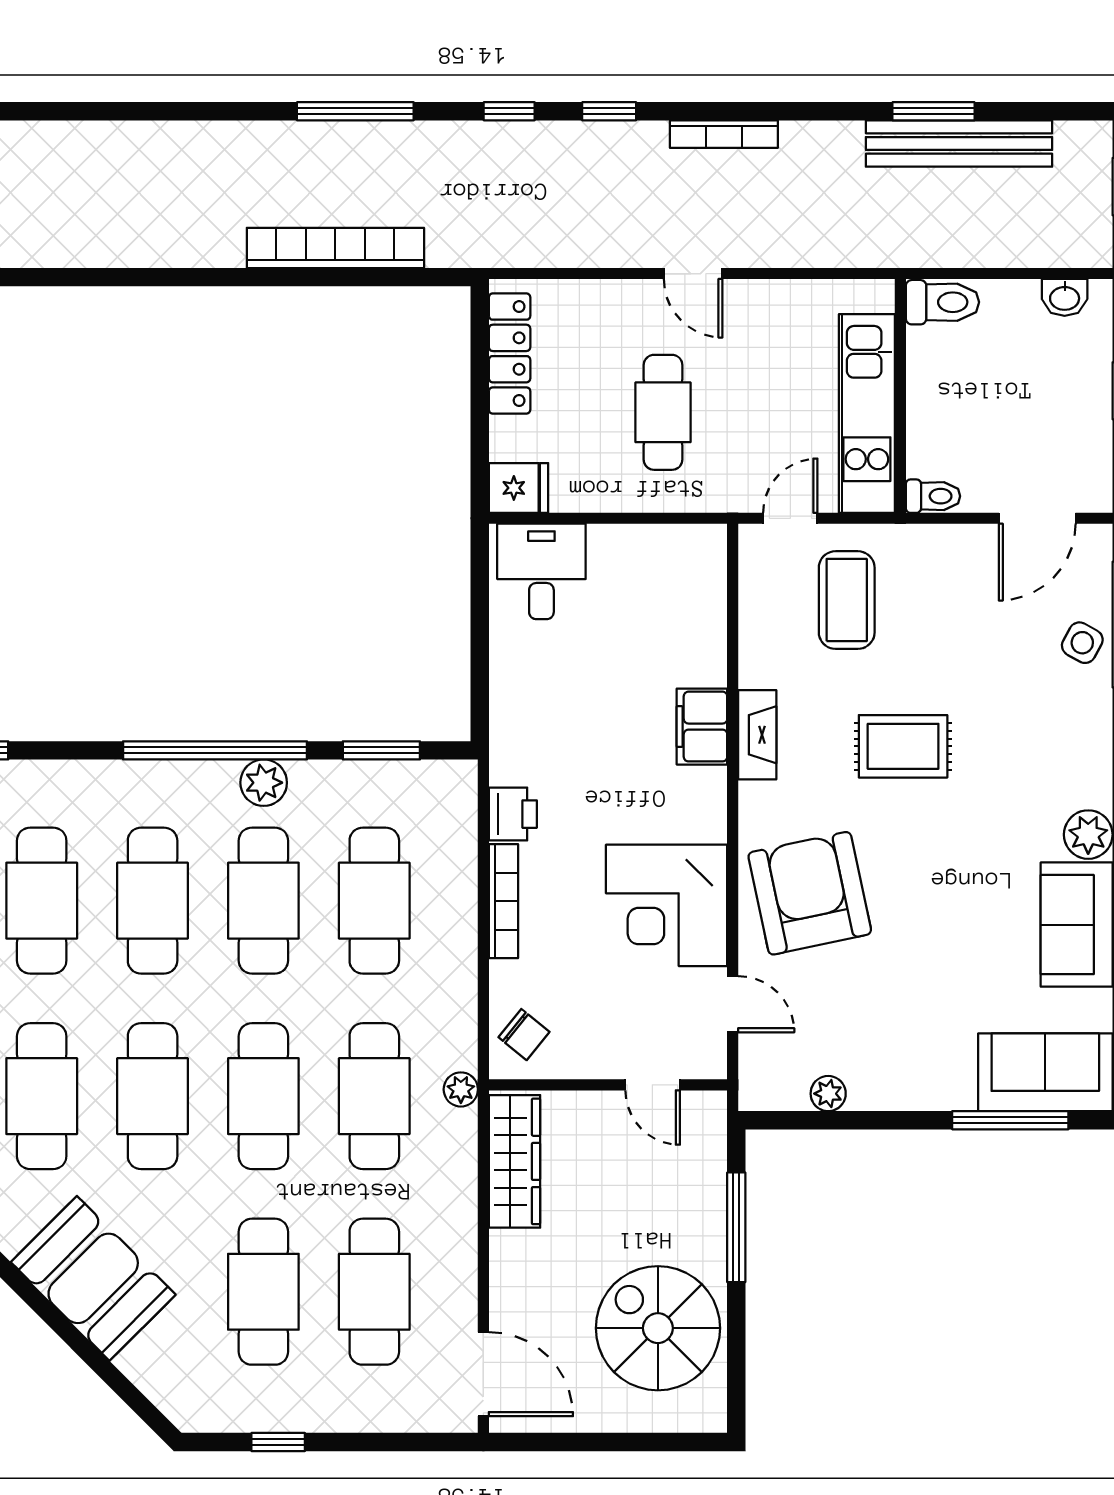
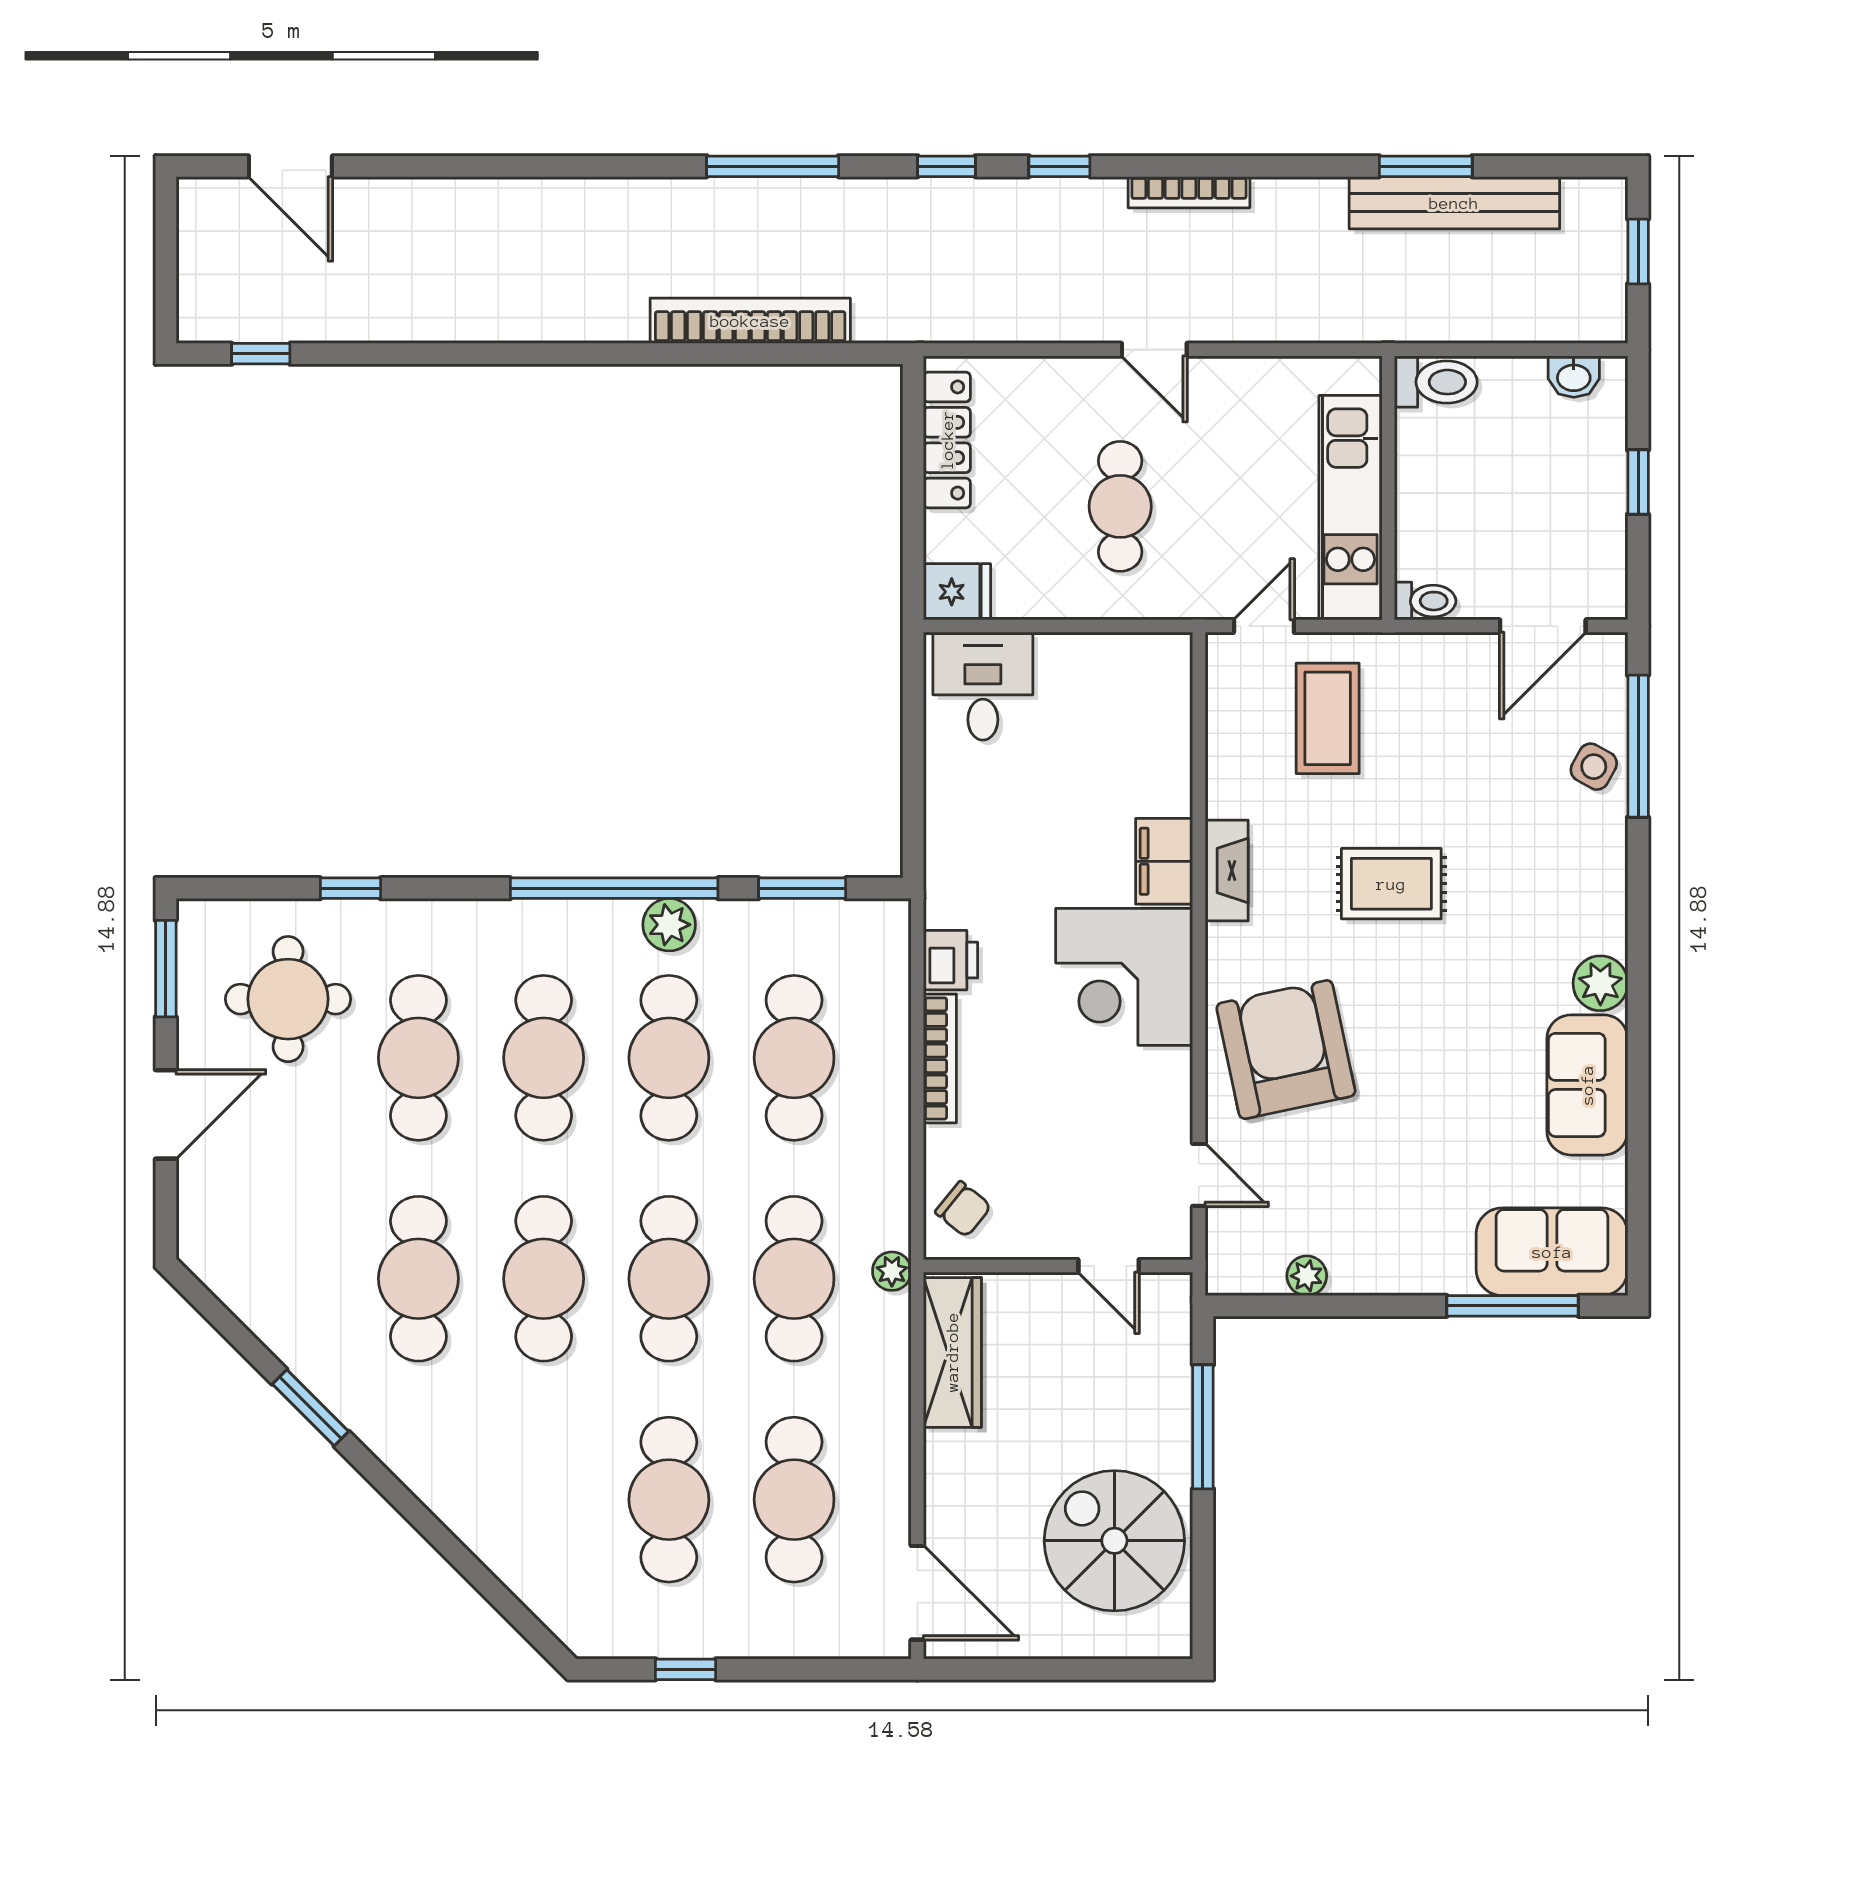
corner desk: (667, 905) -> (1124, 977), moved
booth: (93, 1278) -> (477, 1485), removed

